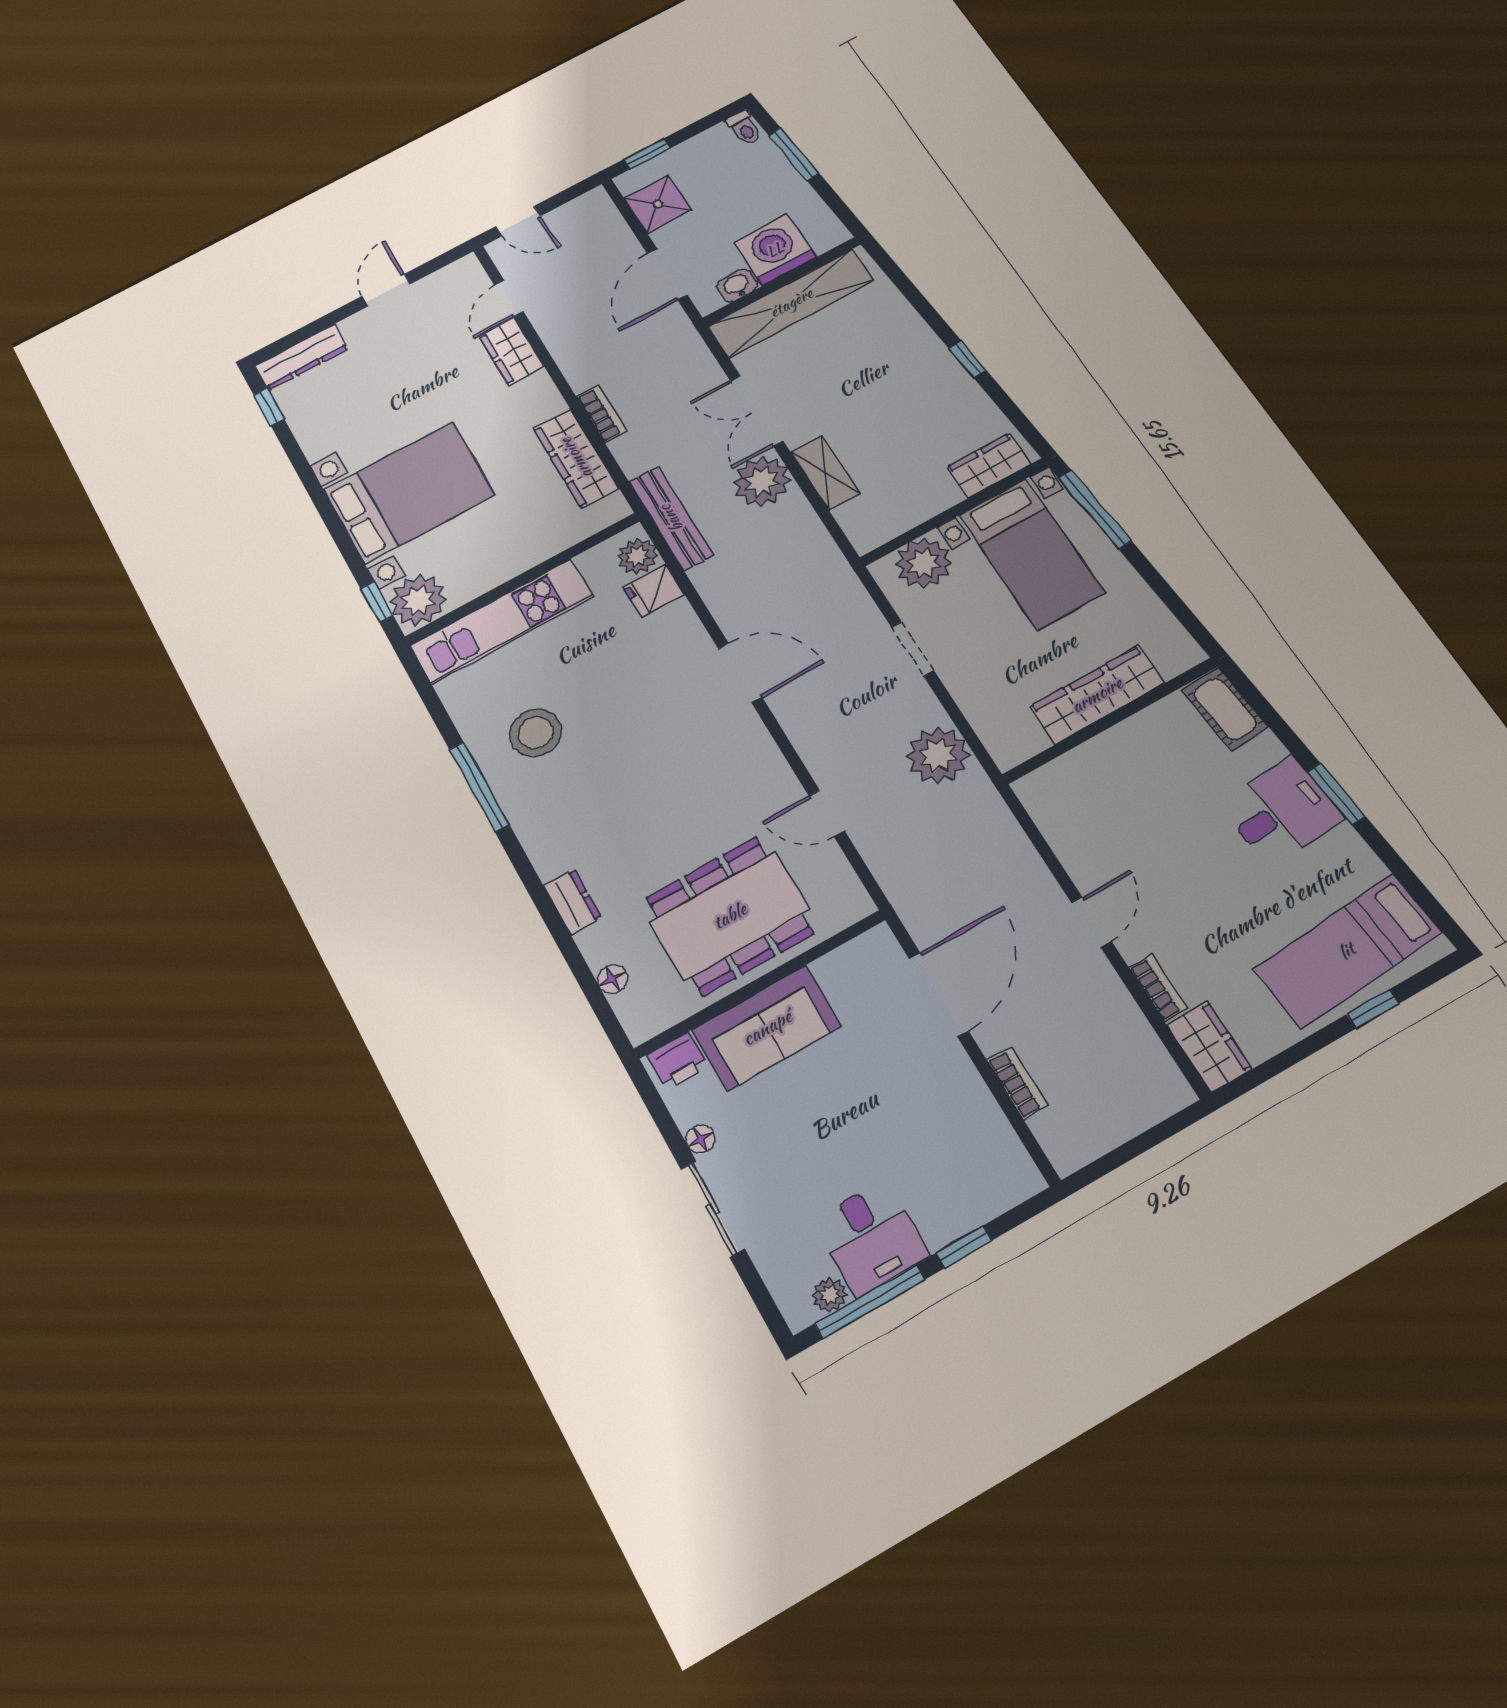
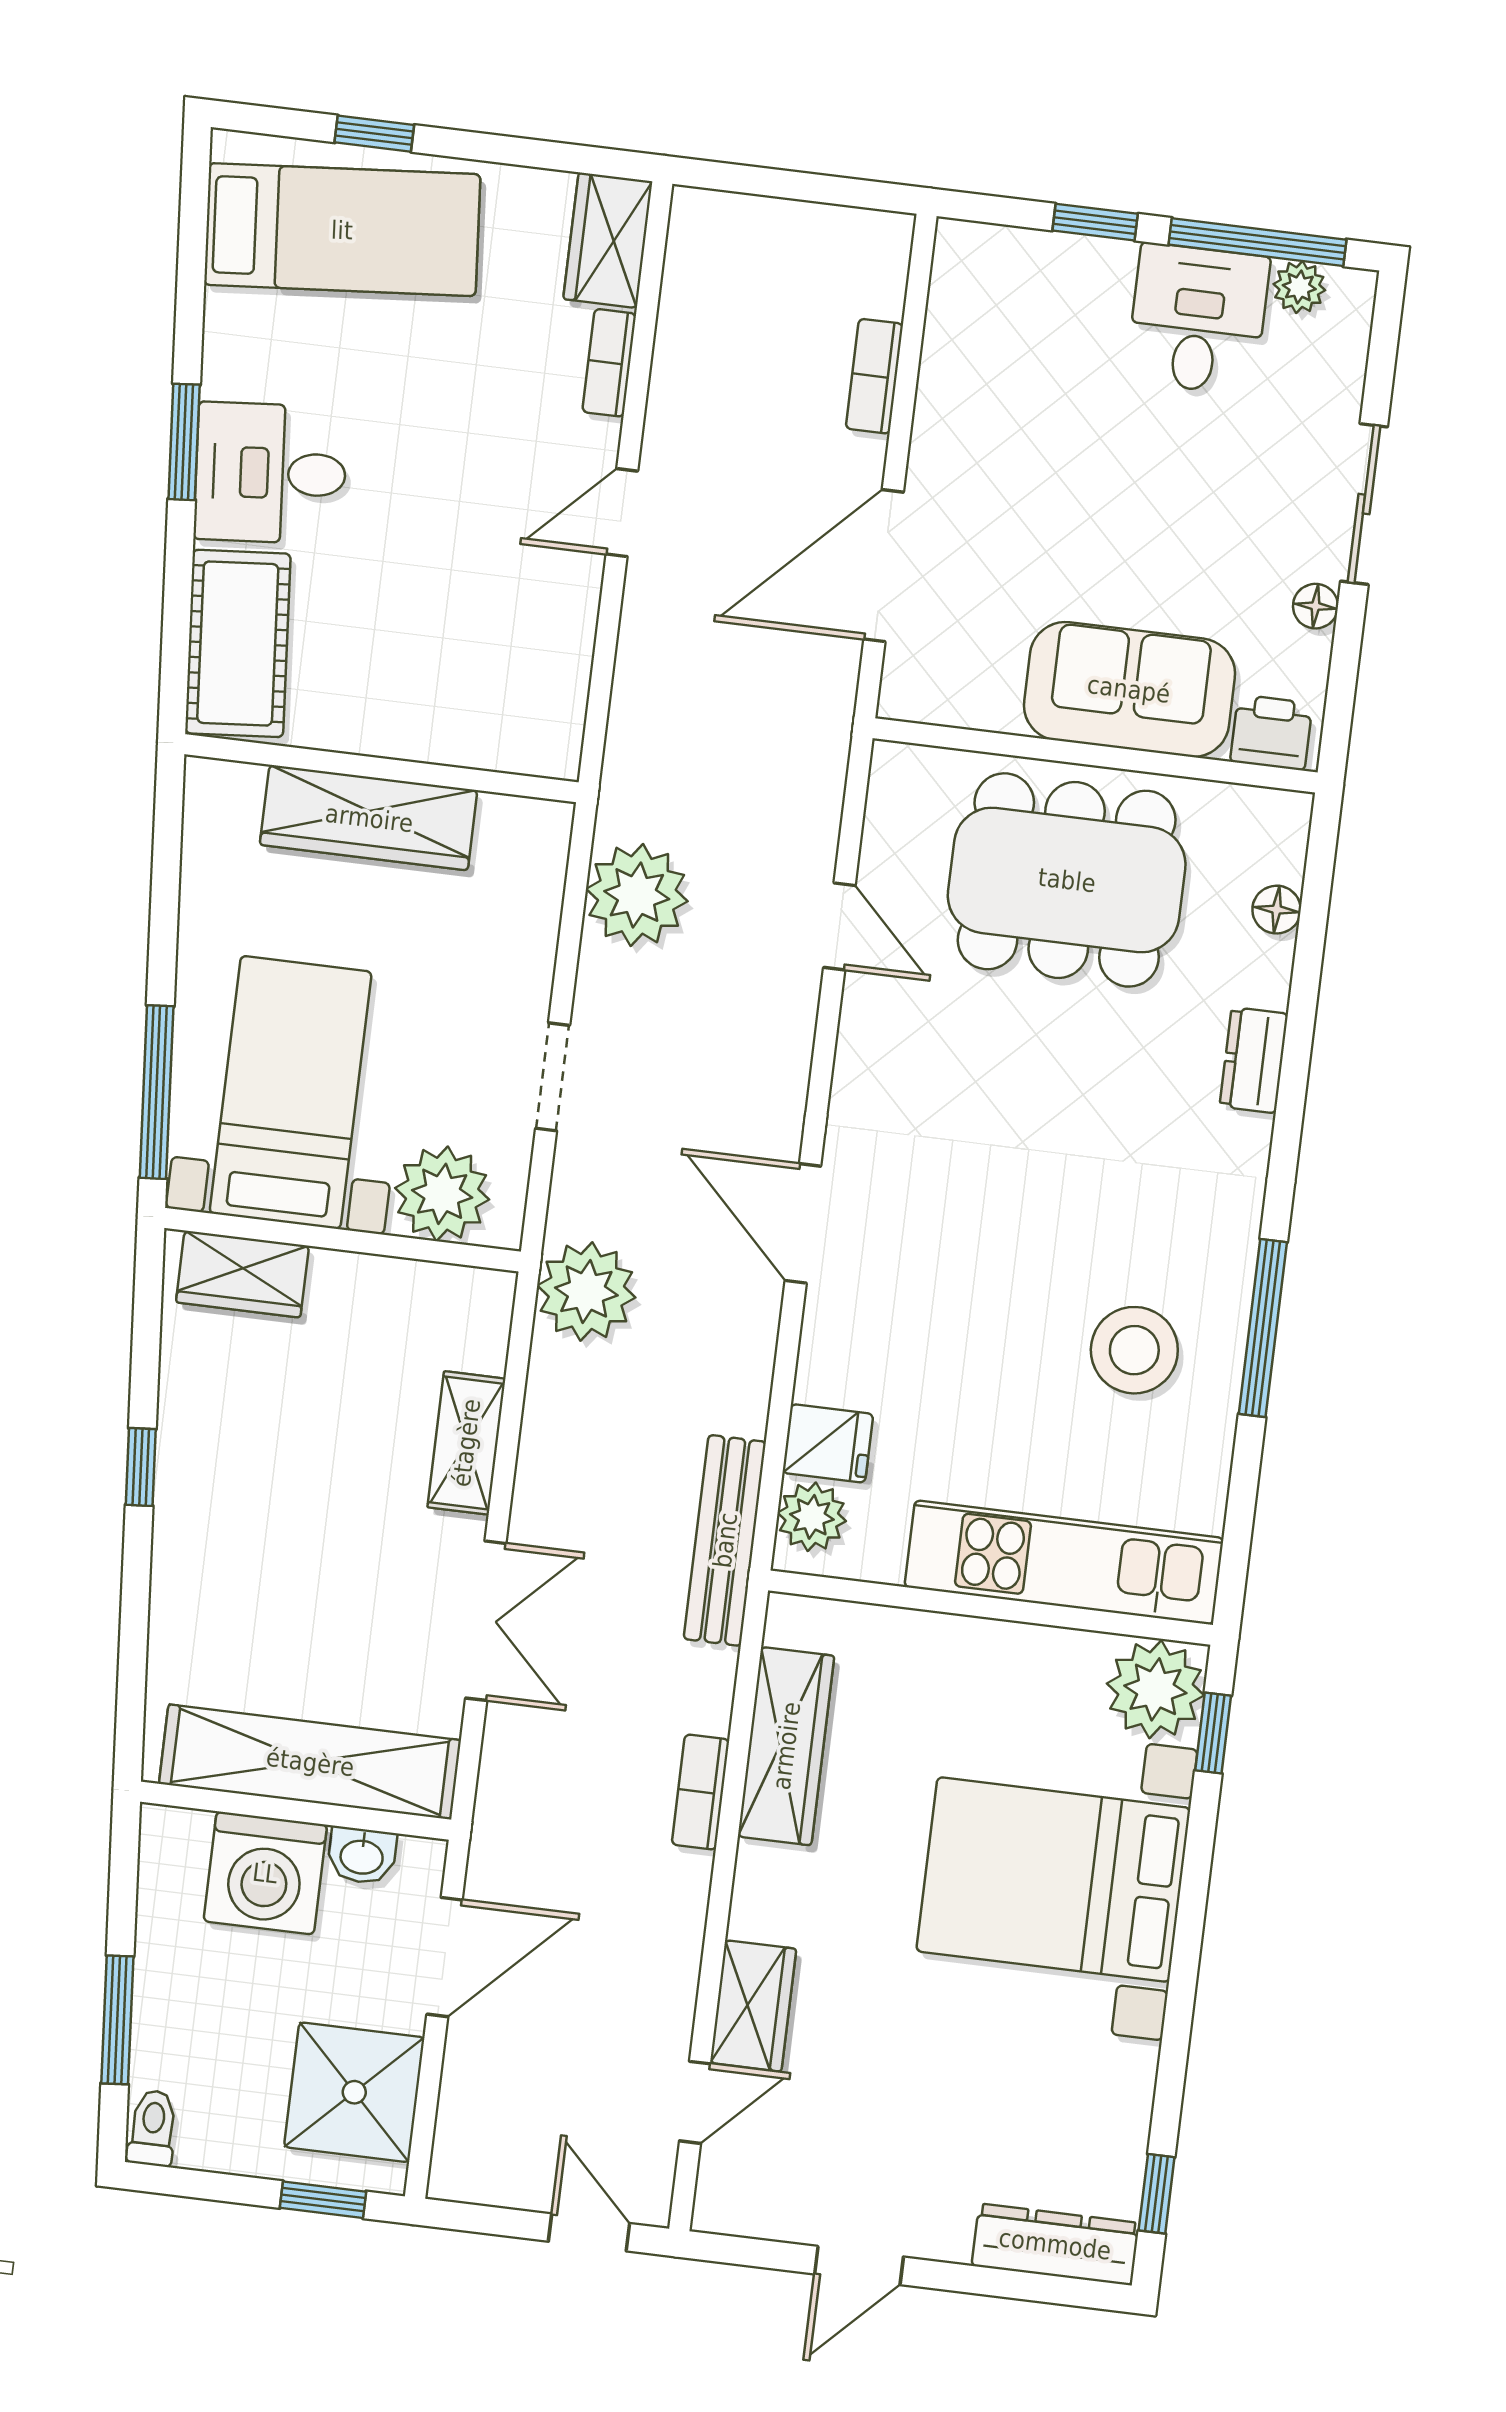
shower: (658, 204) -> (354, 2092), width x1.36, depth x1.36
plant: (762, 481) -> (586, 1291), moved
cot: (1225, 709) -> (238, 643), width x1.37, depth x1.34

